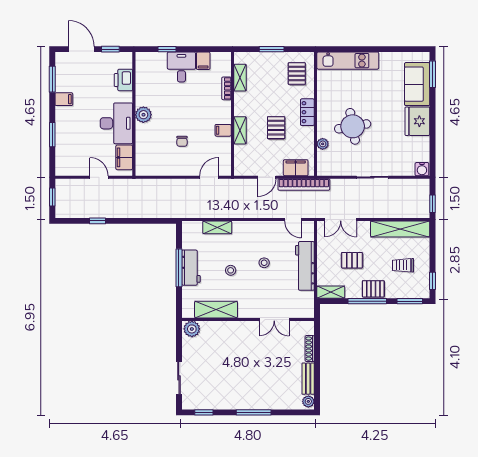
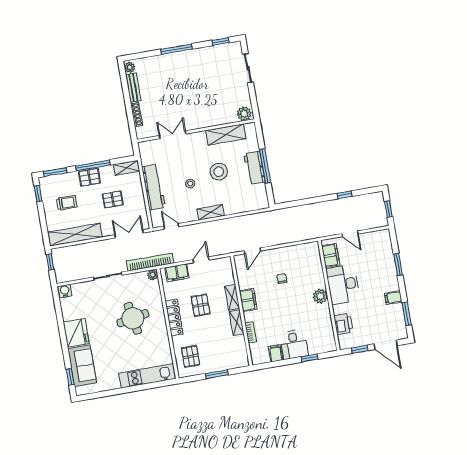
window: (432, 74) -> (70, 377), width x0.67
shelving: (240, 78) -> (237, 323), moved
locker: (307, 112) -> (174, 318), width x1.53
filing cabinet: (223, 130) -> (248, 300), width x2.00
plant: (323, 144) -> (153, 275), moved
bookcase: (304, 185) -> (150, 262), moved
shelving: (217, 227) -> (211, 212), moved
stool: (231, 270) -> (219, 172), width x1.89, depth x1.89

